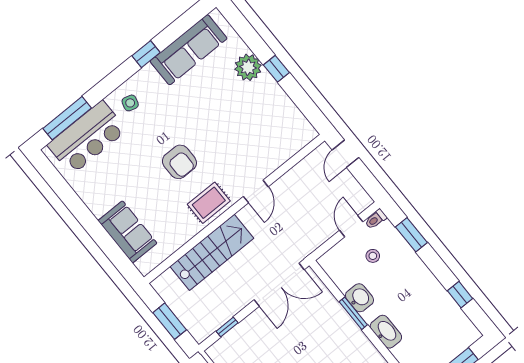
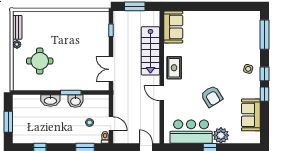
sofa: (189, 50) -> (251, 115), width x0.73
window: (119, 76) -> (264, 74), added
bar counter: (87, 138) -> (191, 132), moved, turned 90
armchair: (179, 162) -> (212, 96), moved, turned -122
sofa: (127, 232) -> (173, 27), moved, turned -90
double door: (279, 285) -> (111, 69), width x0.73

